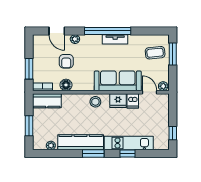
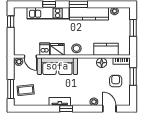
window: (108, 31) -> (66, 109), width x0.32
armchair: (66, 61) -> (116, 81), moved
kitchen counter: (47, 101) -> (106, 49), moved

